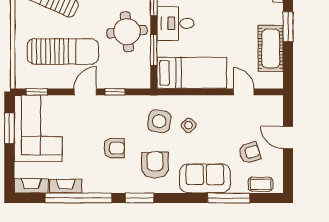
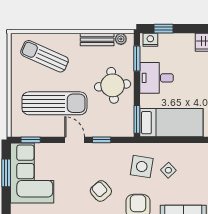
window: (154, 50) -> (137, 119), moved
door: (85, 92) -> (75, 140), hinge flipped
armchair: (114, 148) -> (101, 191), turned -131

